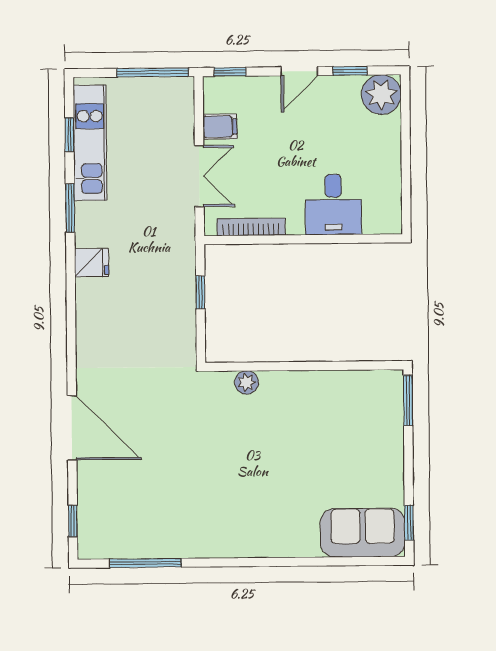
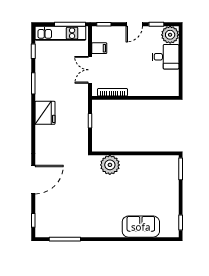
kitchen unit: (90, 143) -> (60, 33), moved, turned 90
double door: (199, 176) -> (90, 70), swing flipped
desk: (333, 205) -> (165, 57), moved, turned -90
fridge: (92, 263) -> (45, 113), width x1.88, depth x1.34
plant: (247, 382) -> (110, 165), width x1.88, depth x1.88
door: (72, 428) -> (33, 180), hinge flipped
sofa: (363, 533) -> (141, 227), moved

